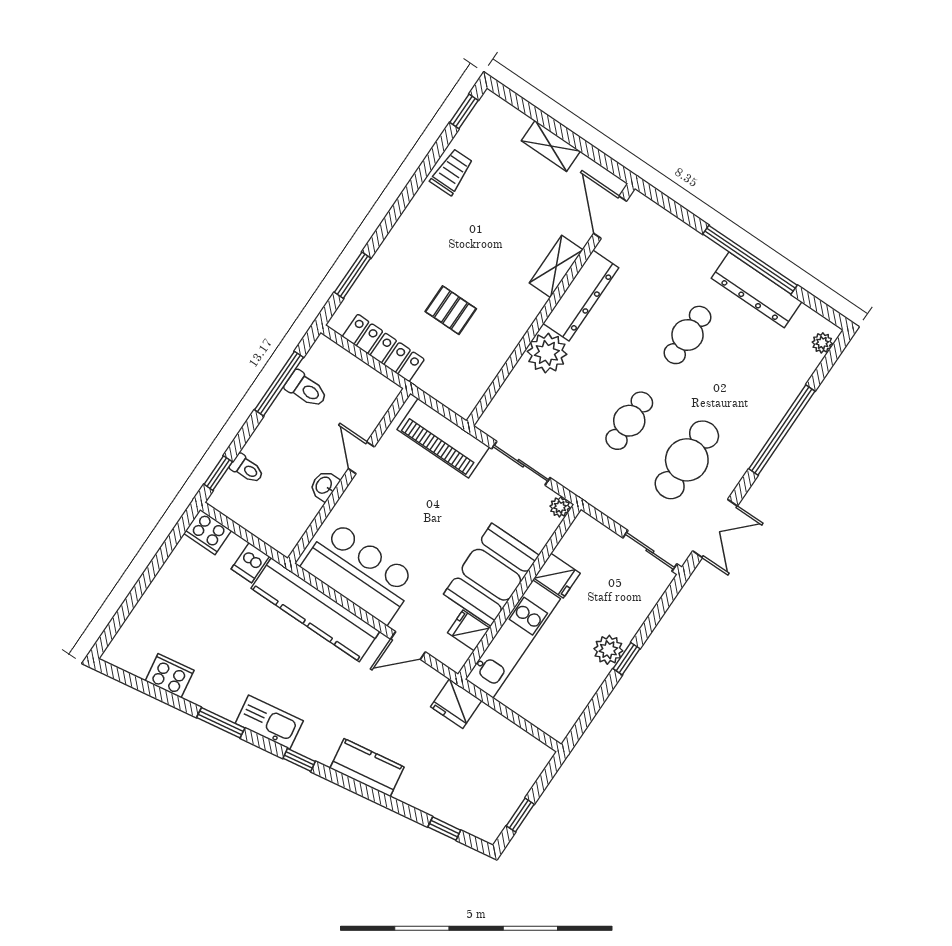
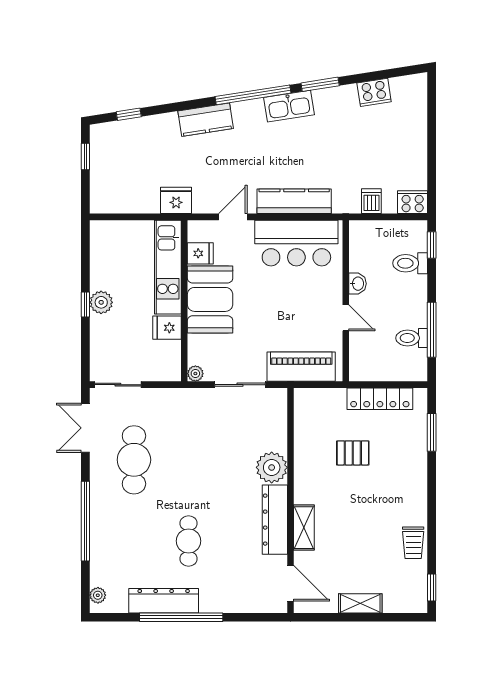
cafe table: (629, 421) -> (189, 460), removed
toilet: (247, 469) -> (410, 263), width x1.37, depth x1.39
kitchen counter: (315, 610) -> (294, 201), width x0.72, depth x0.86
window: (299, 760) -> (253, 95), width x3.17

